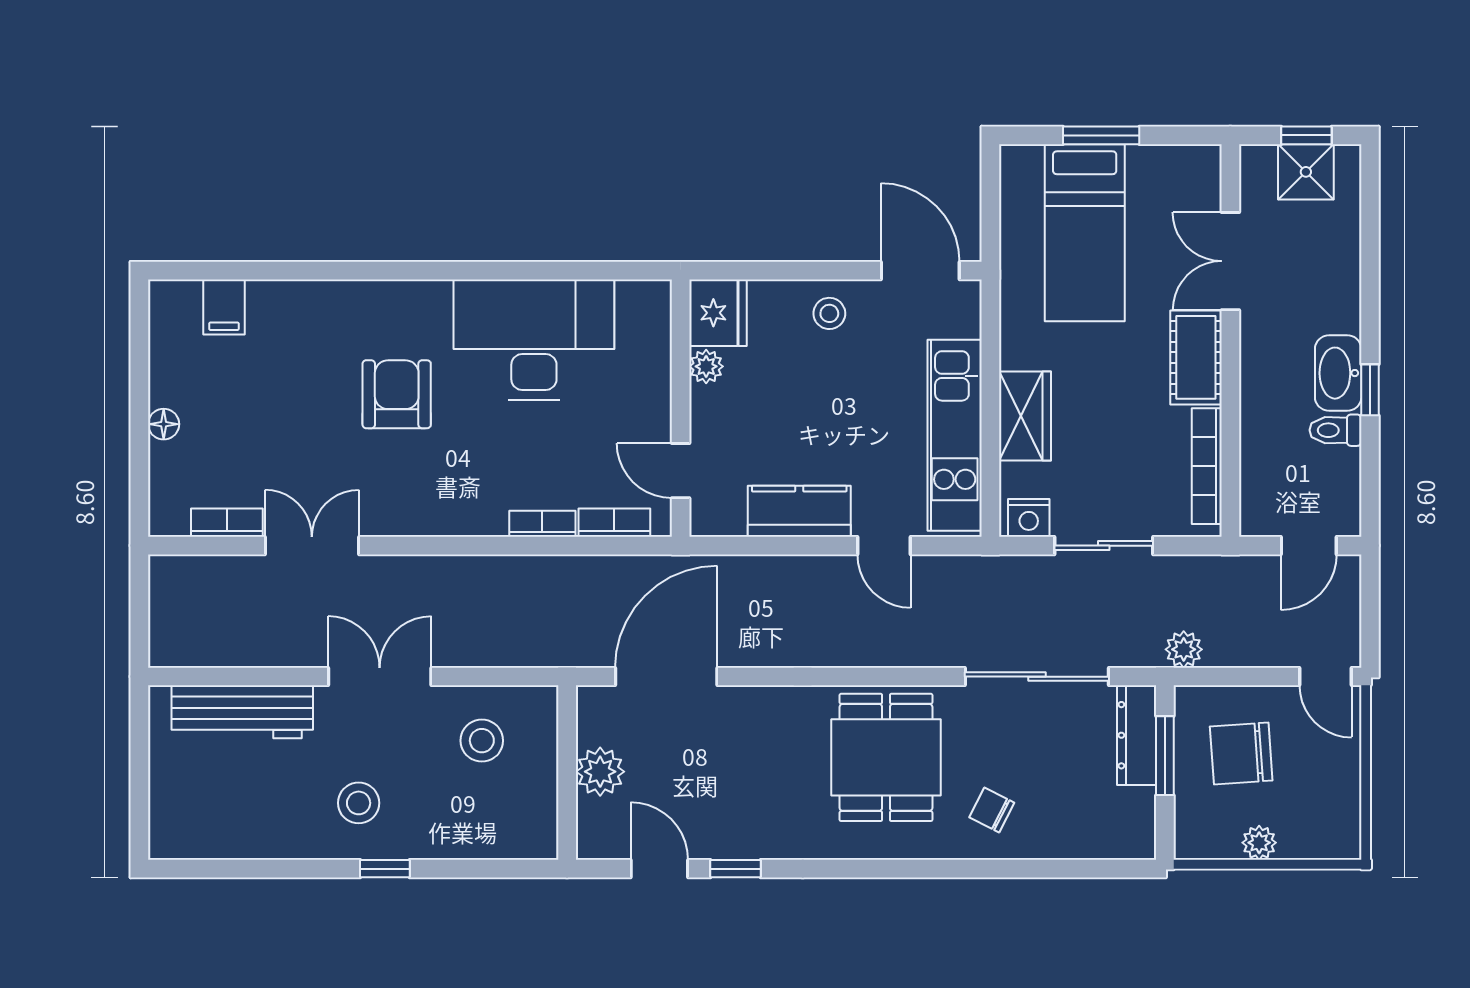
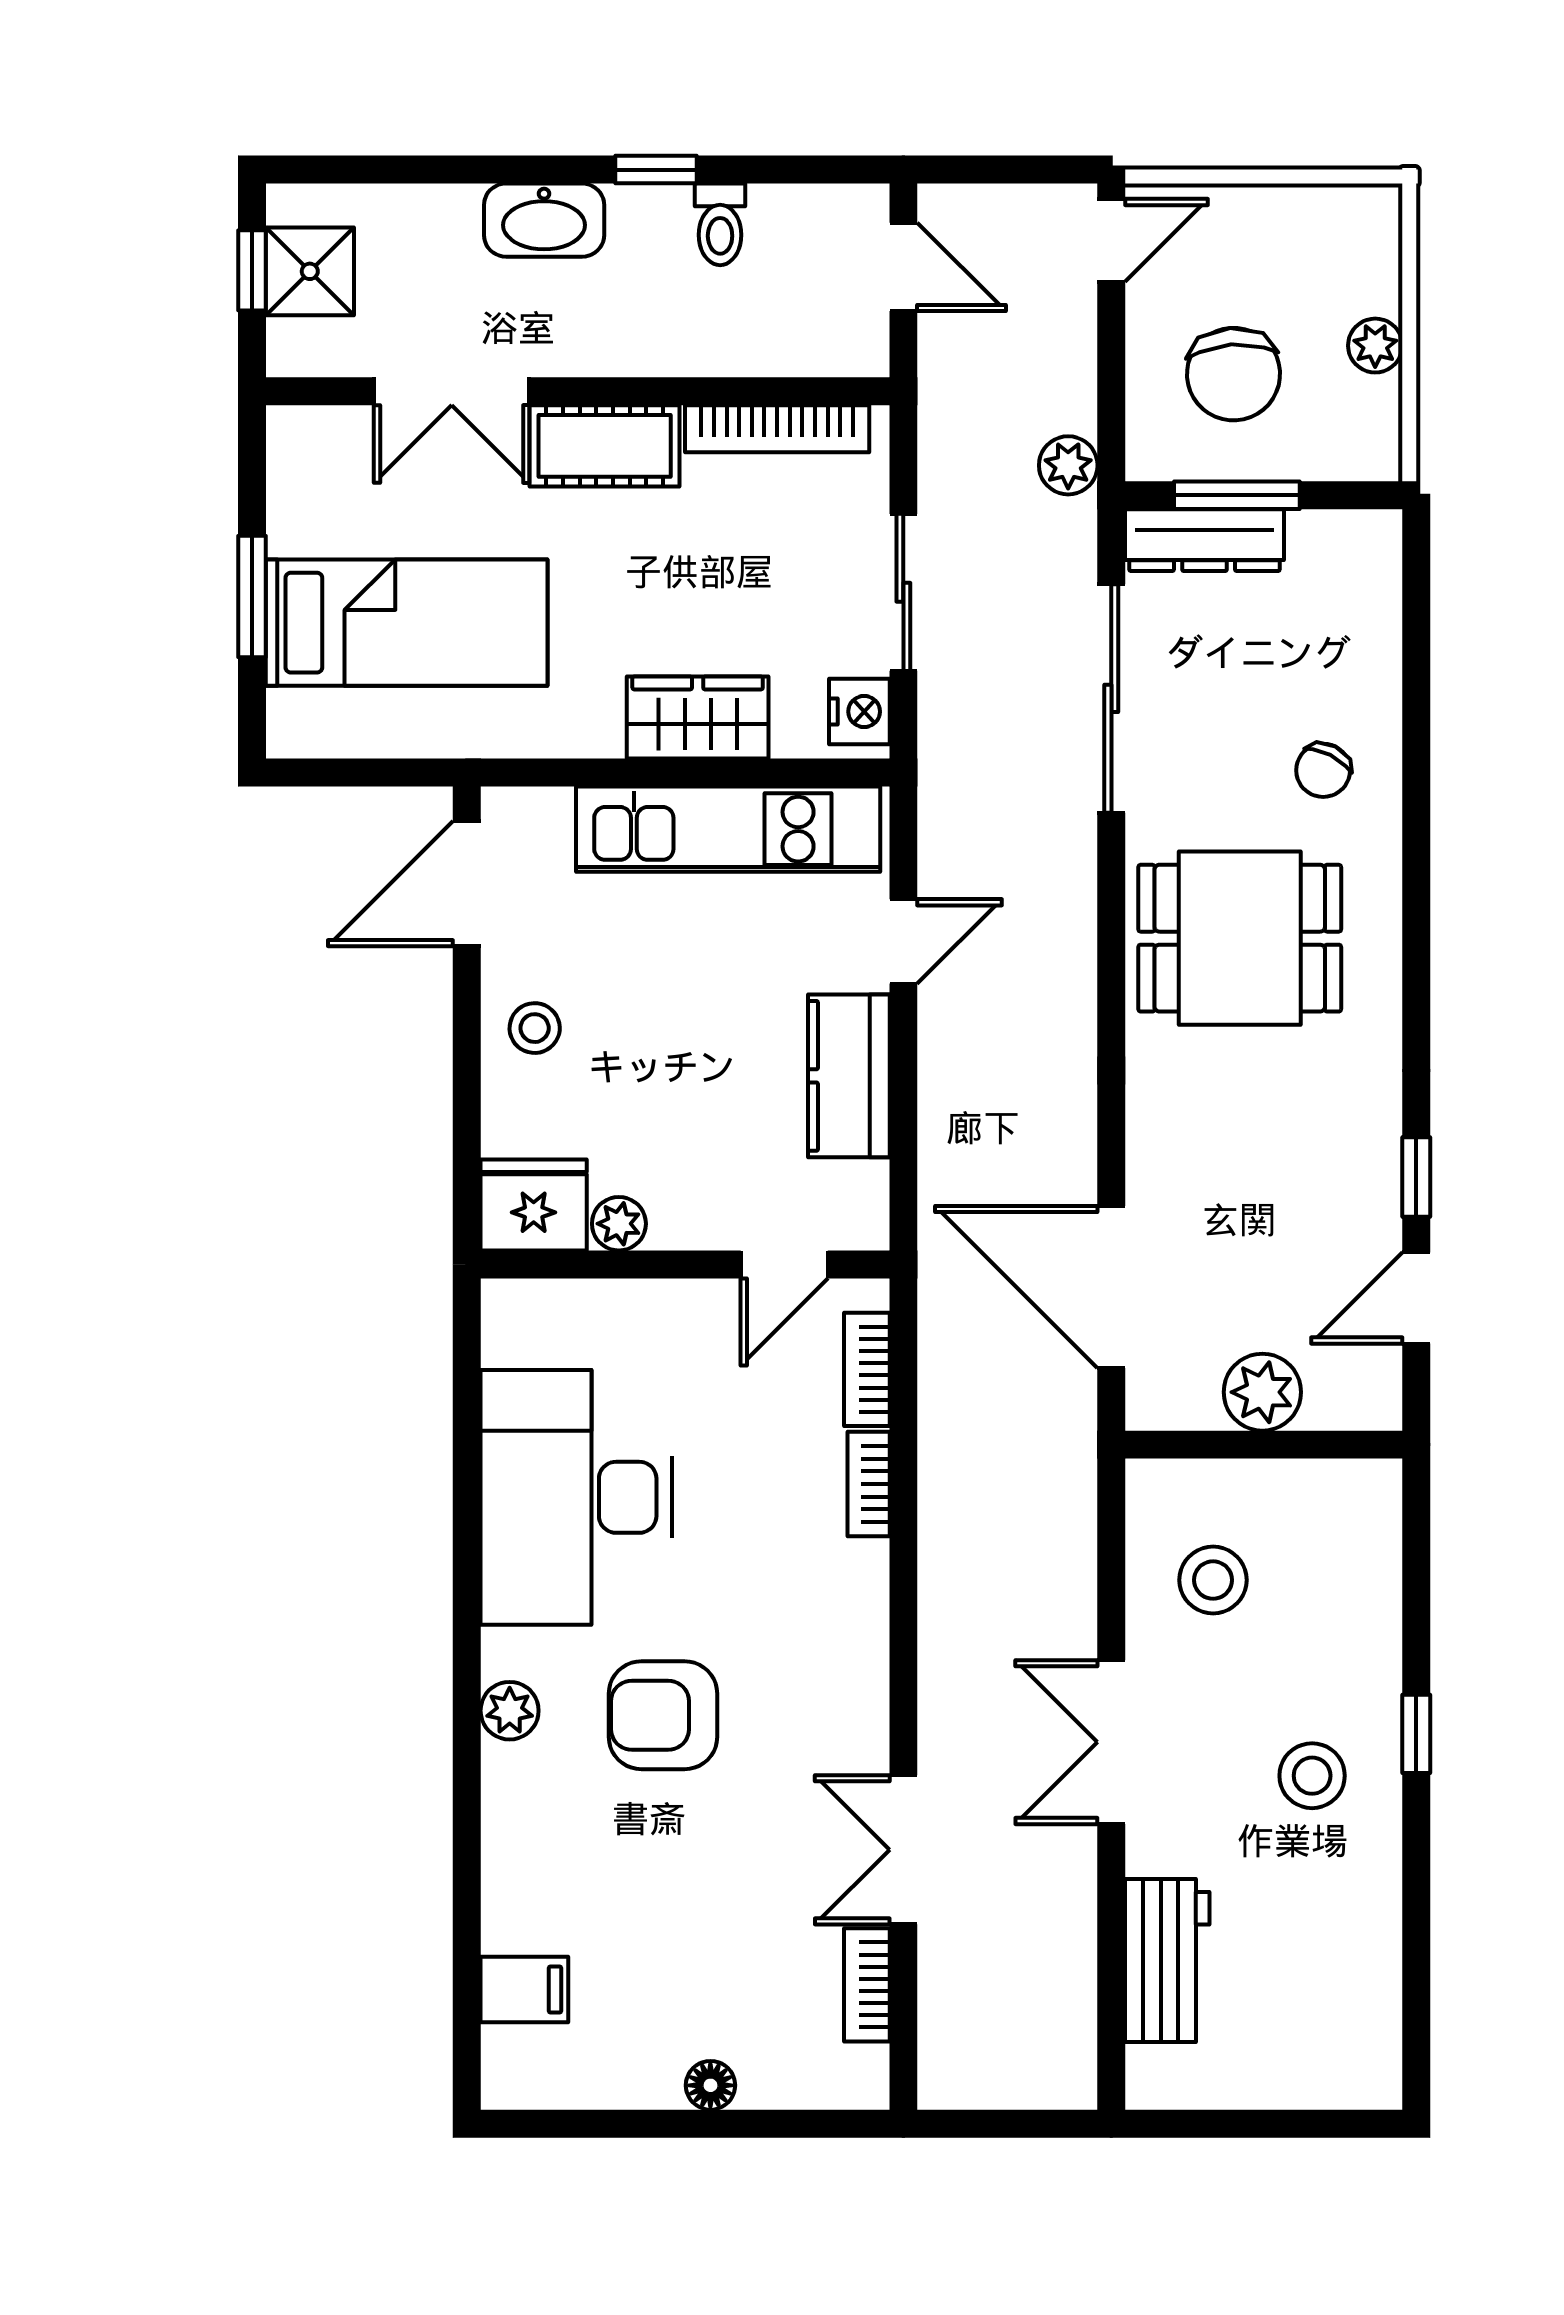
plant: (400, 298) -> (510, 1711), added
washbasin: (1338, 373) -> (544, 220), moved
workbench: (242, 712) -> (1167, 1960), width x0.73

